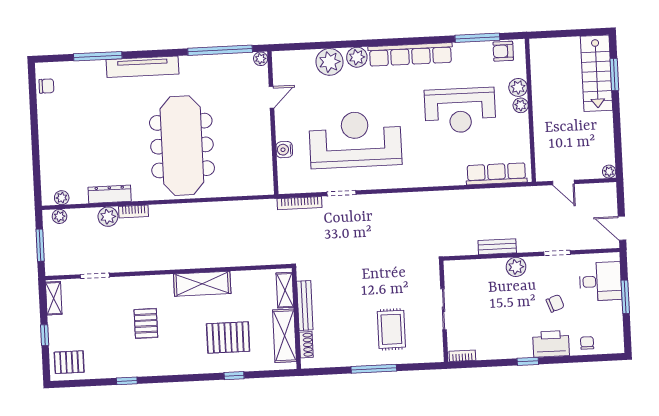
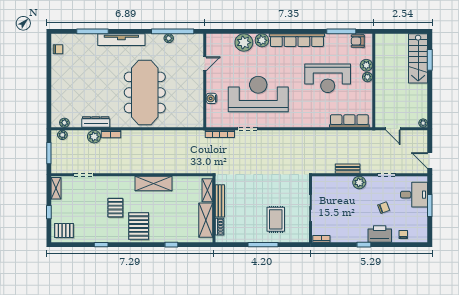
plant: (261, 59) -> (169, 38), moved
pallet: (228, 337) -> (139, 226), moved, turned 90

